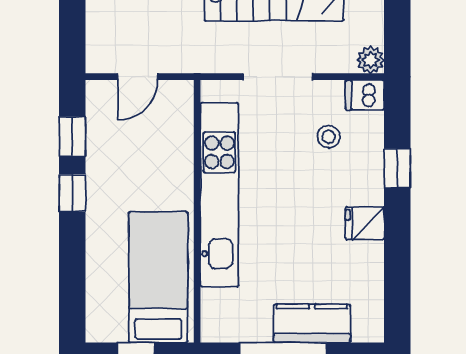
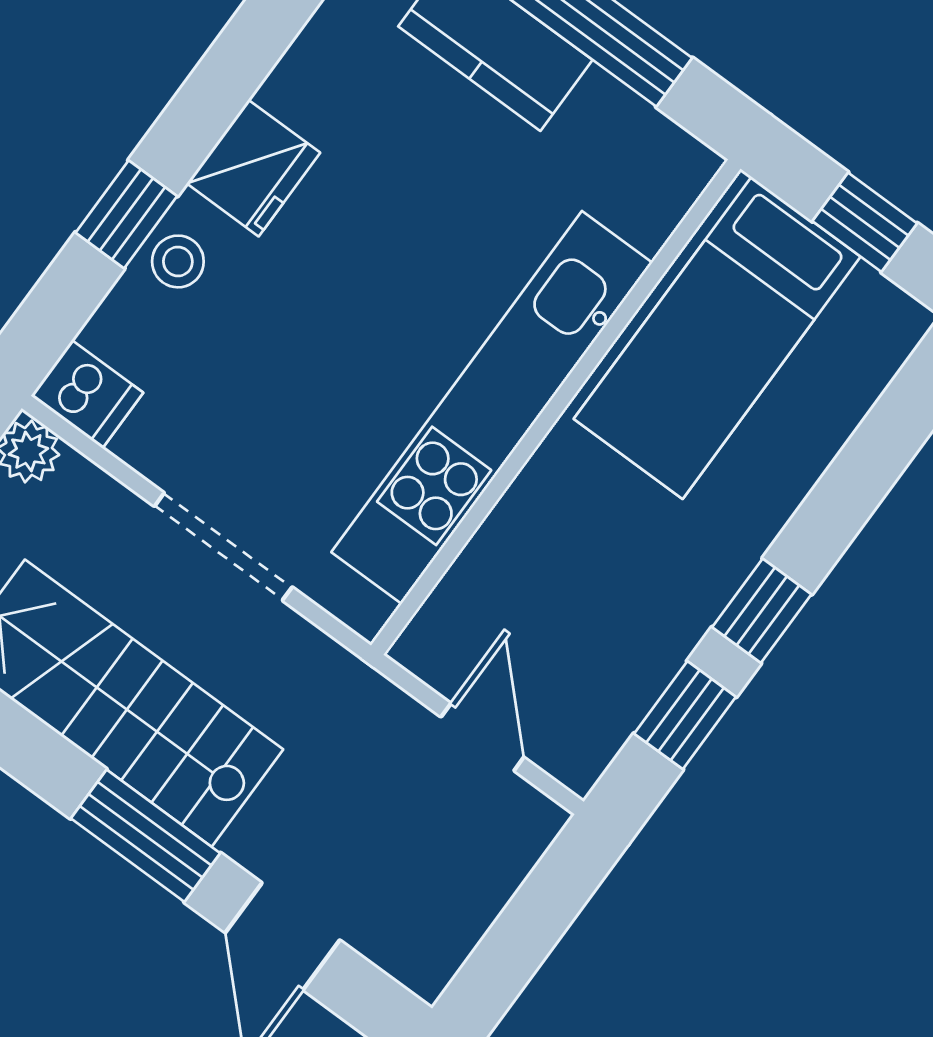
door: (138, 77) -> (482, 737), hinge flipped
stool: (329, 137) -> (178, 261), moved
fridge: (365, 224) -> (253, 168), width x1.38

